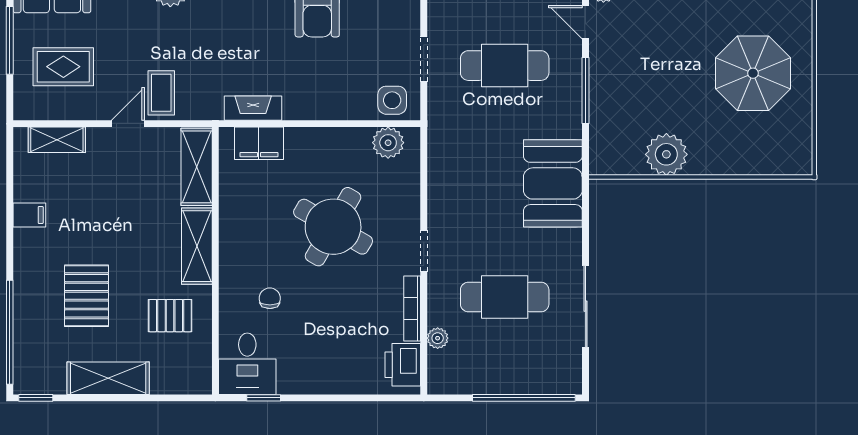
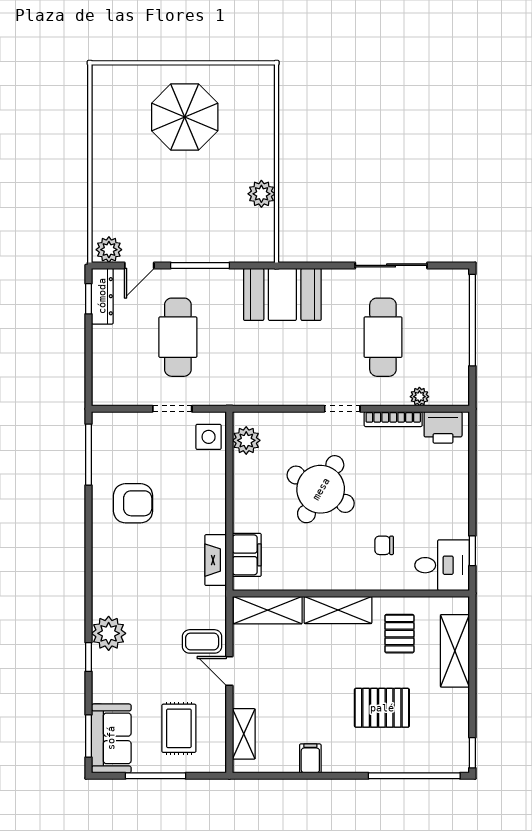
plant: (666, 154) -> (261, 194), width x0.73, depth x0.73
shelving: (108, 378) -> (455, 651), moved

